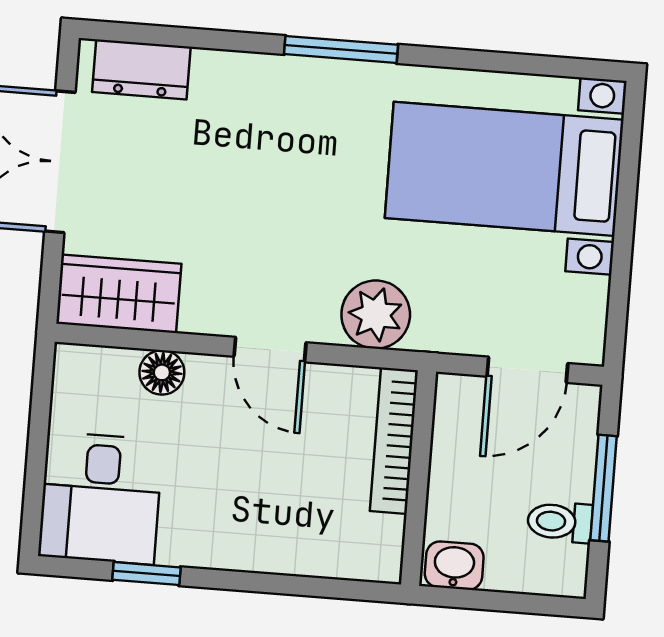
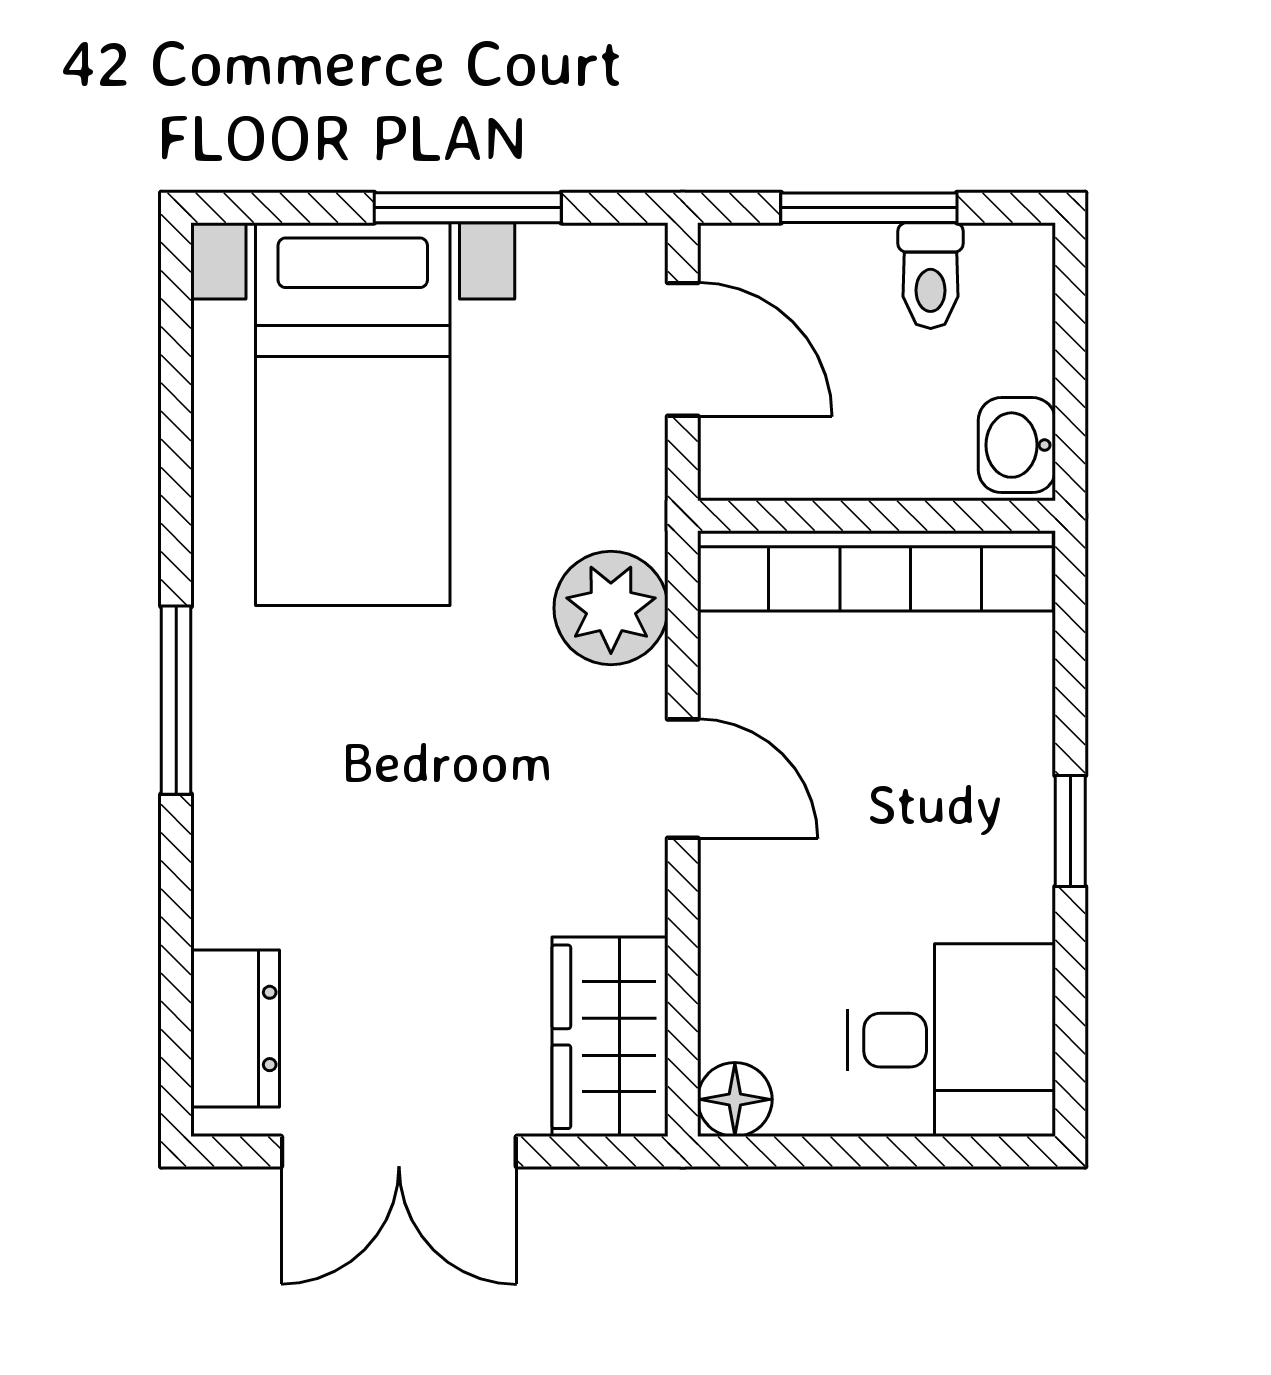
window: (622, 248) -> (468, 208), added
door: (270, 350) -> (683, 779), hinge flipped
floor lamp: (162, 372) -> (735, 1099), moved
bookcase: (394, 441) -> (875, 571), width x1.48, depth x1.31
window: (146, 574) -> (1070, 831), moved

